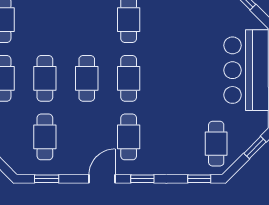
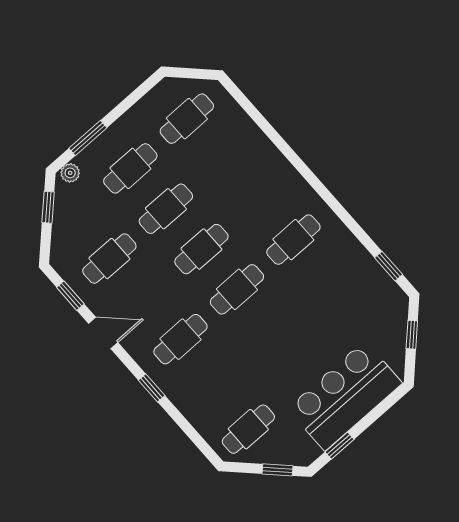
door: (102, 179) -> (103, 333), moved
window: (199, 179) -> (200, 443), removed

